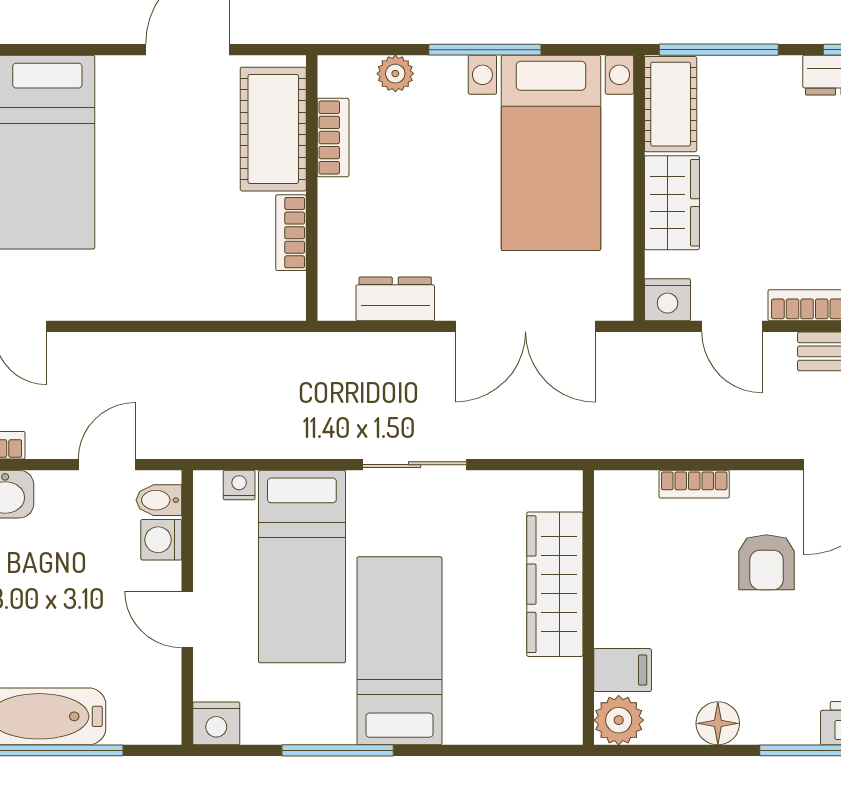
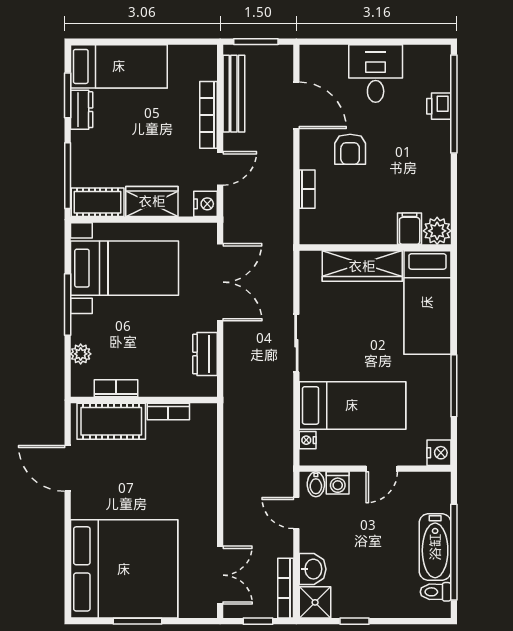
armchair: (767, 562) -> (350, 149), turned 90
bed: (399, 651) -> (427, 302), moved, turned -90
floor lamp: (718, 723) -> (439, 176), removed

